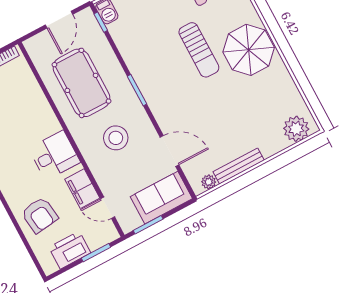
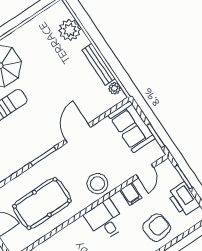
plant: (296, 129) -> (70, 30), moved
stool: (116, 138) -> (97, 184), moved
door: (170, 151) -> (78, 133), moved
filing cabinet: (82, 189) -> (131, 194), width x0.50

